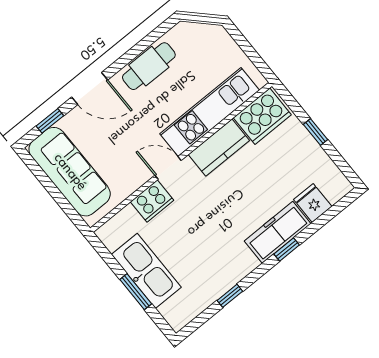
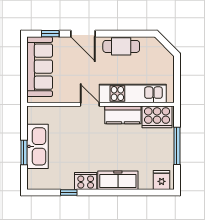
window: (315, 132) -> (177, 146), width x2.17
cooker: (152, 201) -> (86, 181), moved, turned 180
fridge: (313, 203) -> (162, 180), moved
window: (287, 250) -> (115, 192), removed

